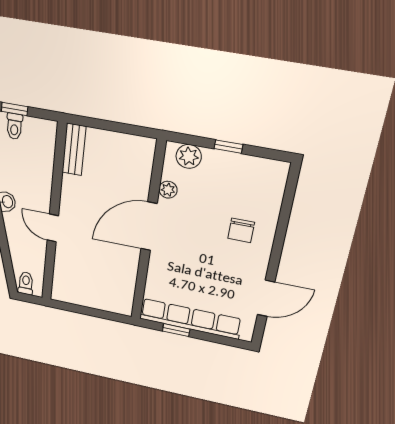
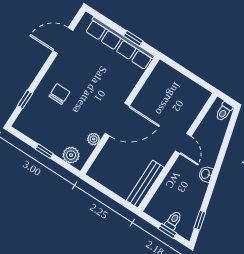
bench: (74, 149) -> (145, 184), width x1.36
window: (287, 206) -> (25, 99), added

